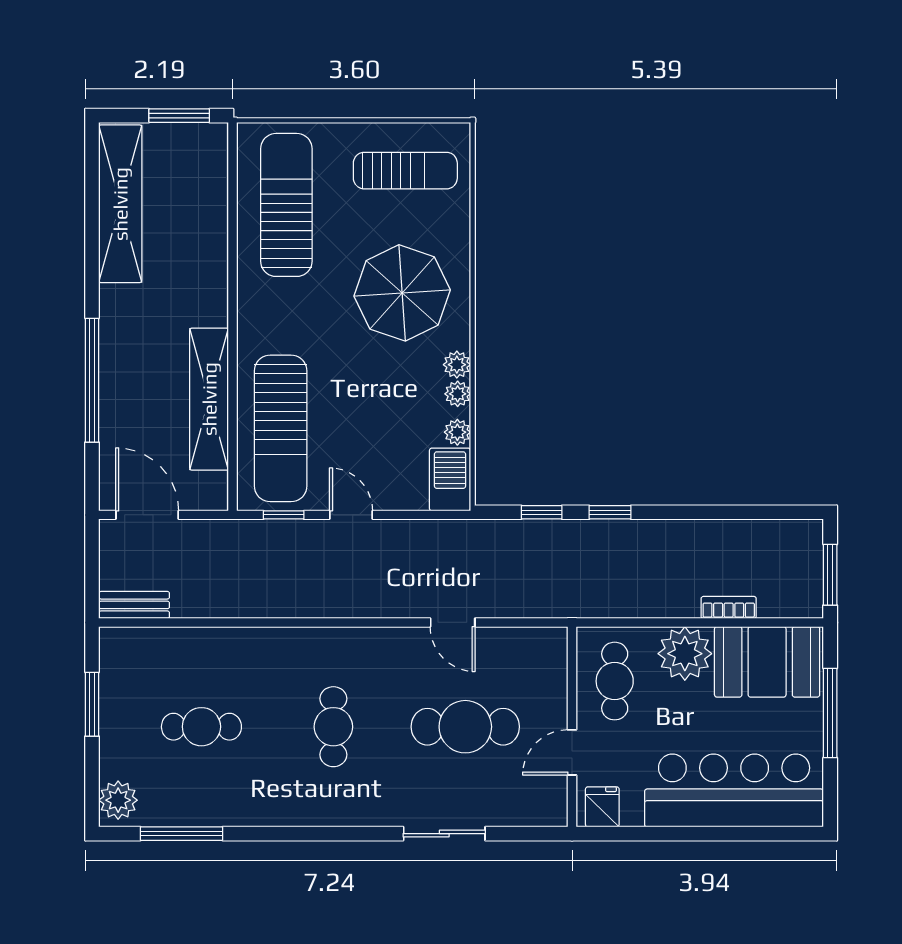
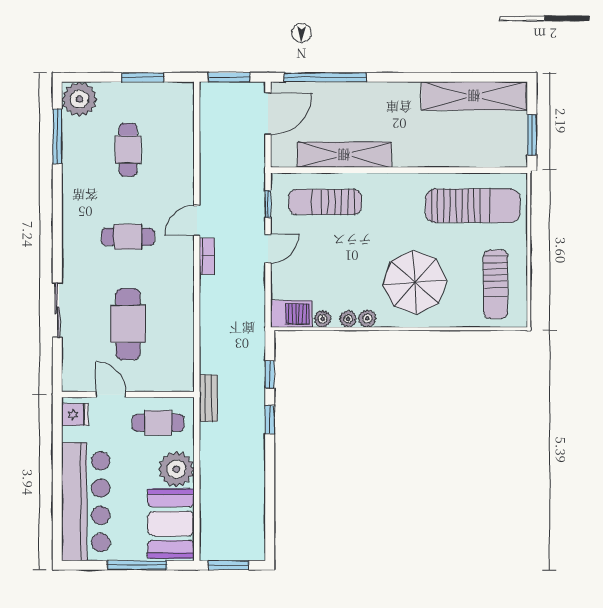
window: (92, 380) -> (325, 77), moved
sun lounger: (281, 428) -> (325, 202), width x0.73, depth x0.75
window: (92, 574) -> (229, 77), added
bench: (134, 605) -> (208, 398), moved
bookcase: (729, 607) -> (207, 256), moved
door: (453, 622) -> (197, 221), moved
plant: (118, 800) -> (79, 99), width x1.36, depth x1.36

